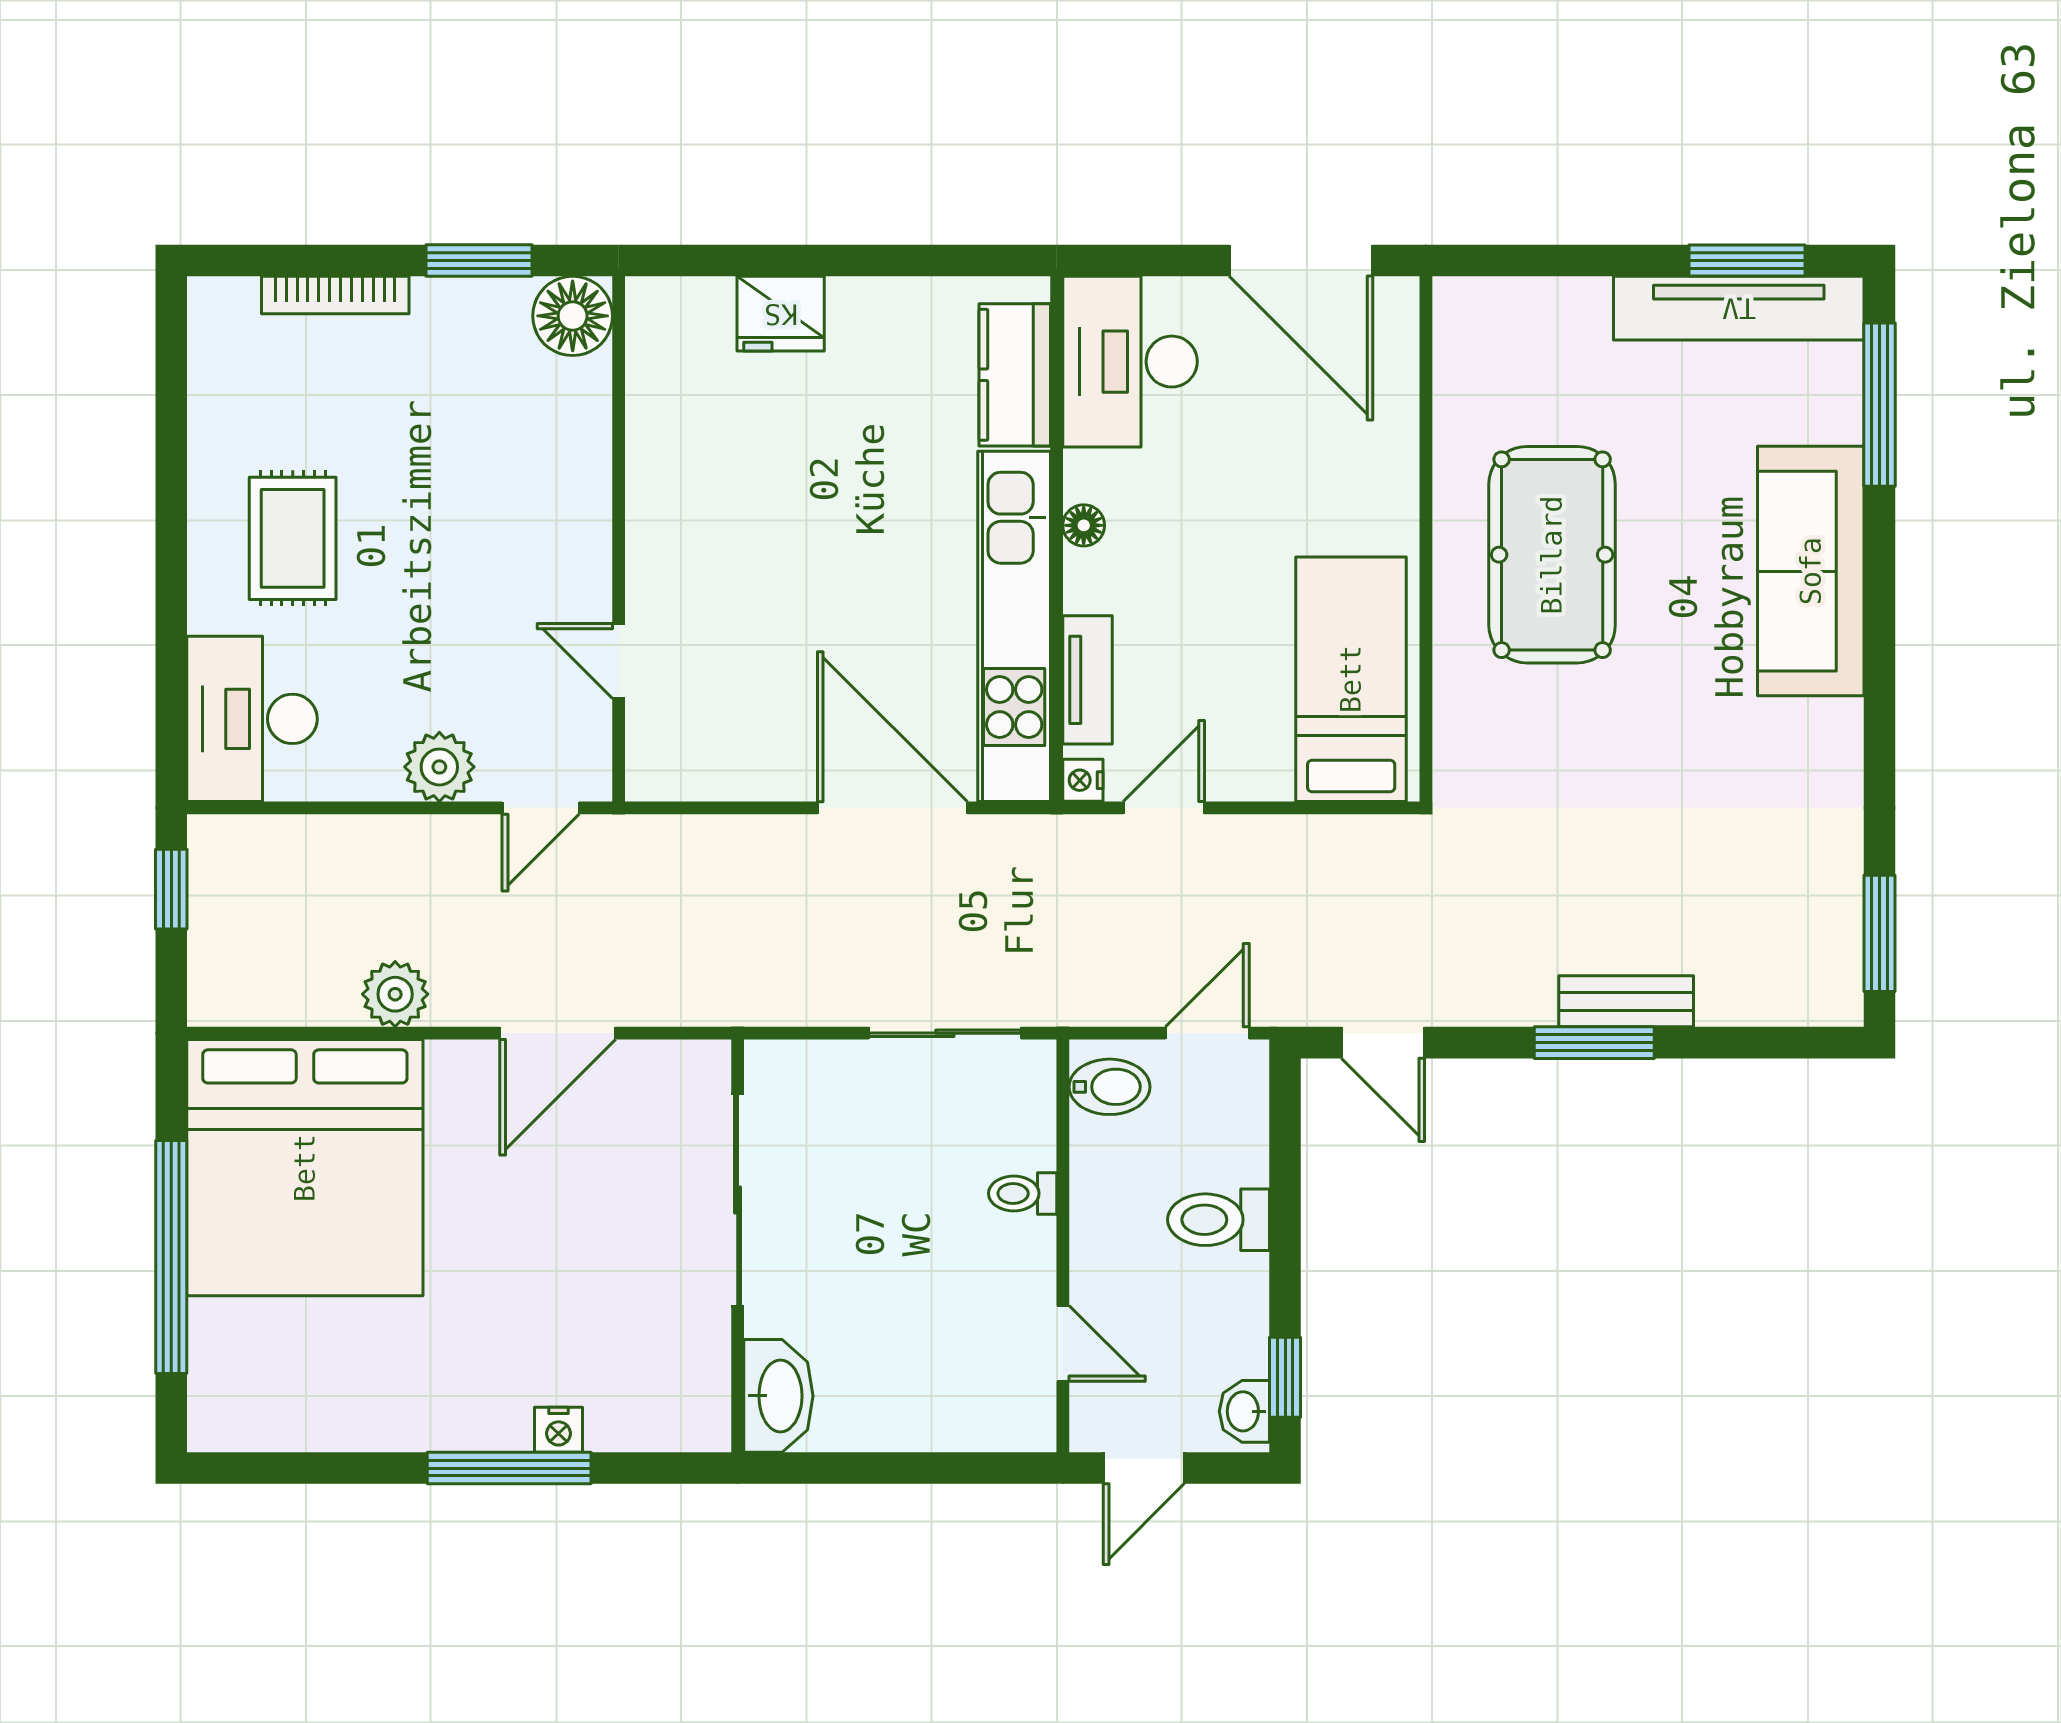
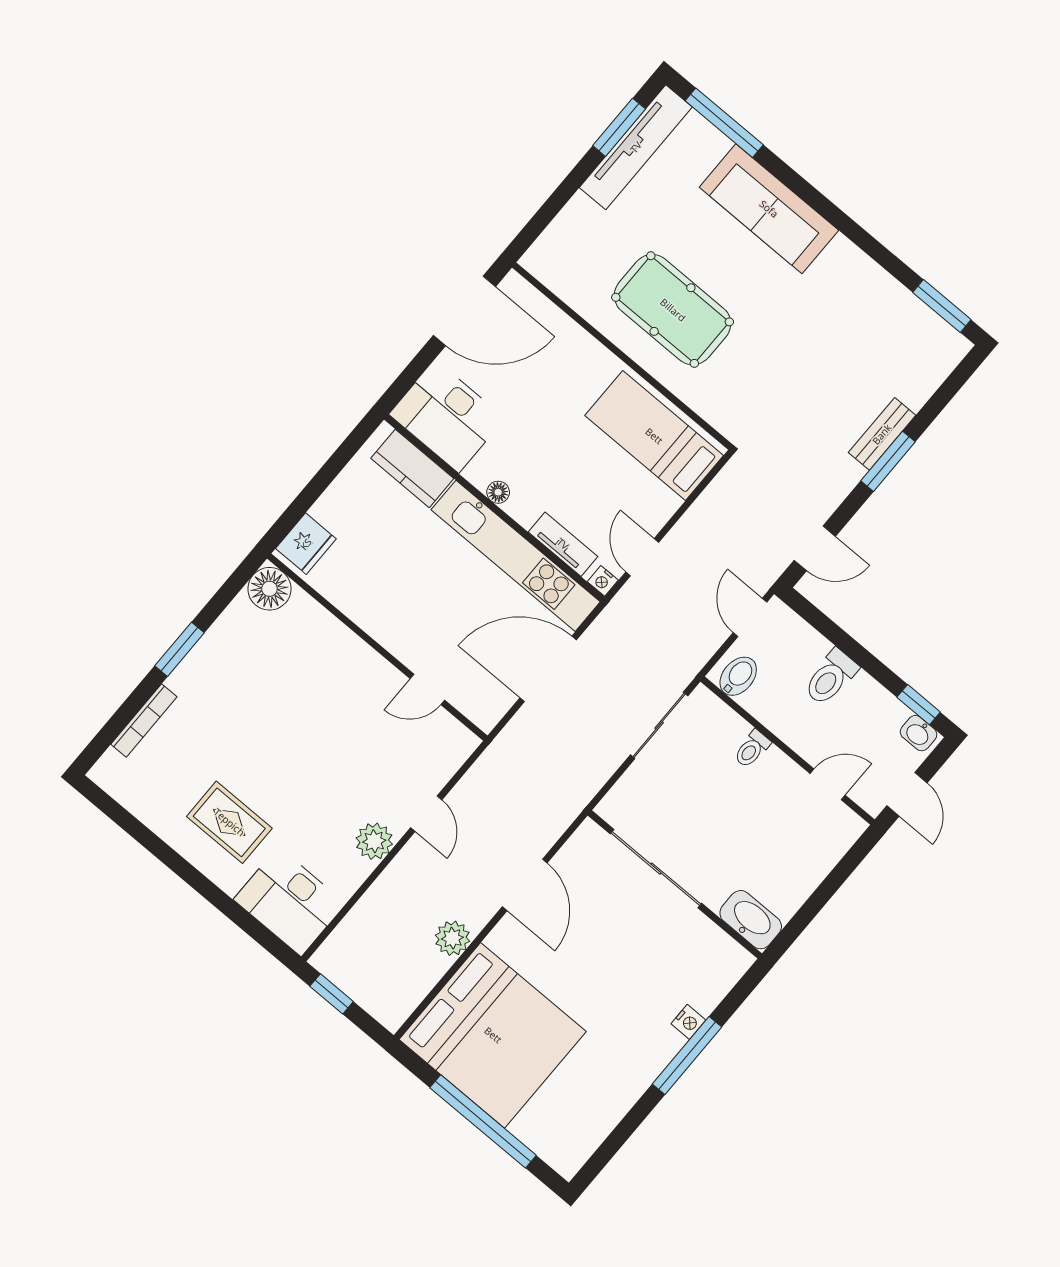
floor lamp: (573, 316) -> (269, 589), moved
wall: (619, 539) -> (377, 647), moved
door: (619, 661) -> (427, 689), moved

